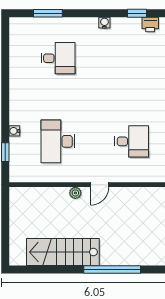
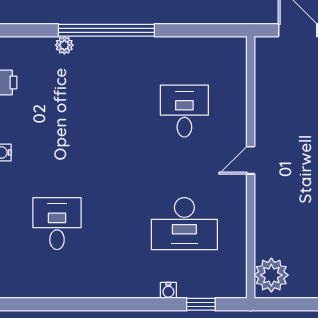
door: (99, 185) -> (251, 160), swing flipped
plant: (75, 193) -> (271, 275), moved, width x1.88, depth x1.88

